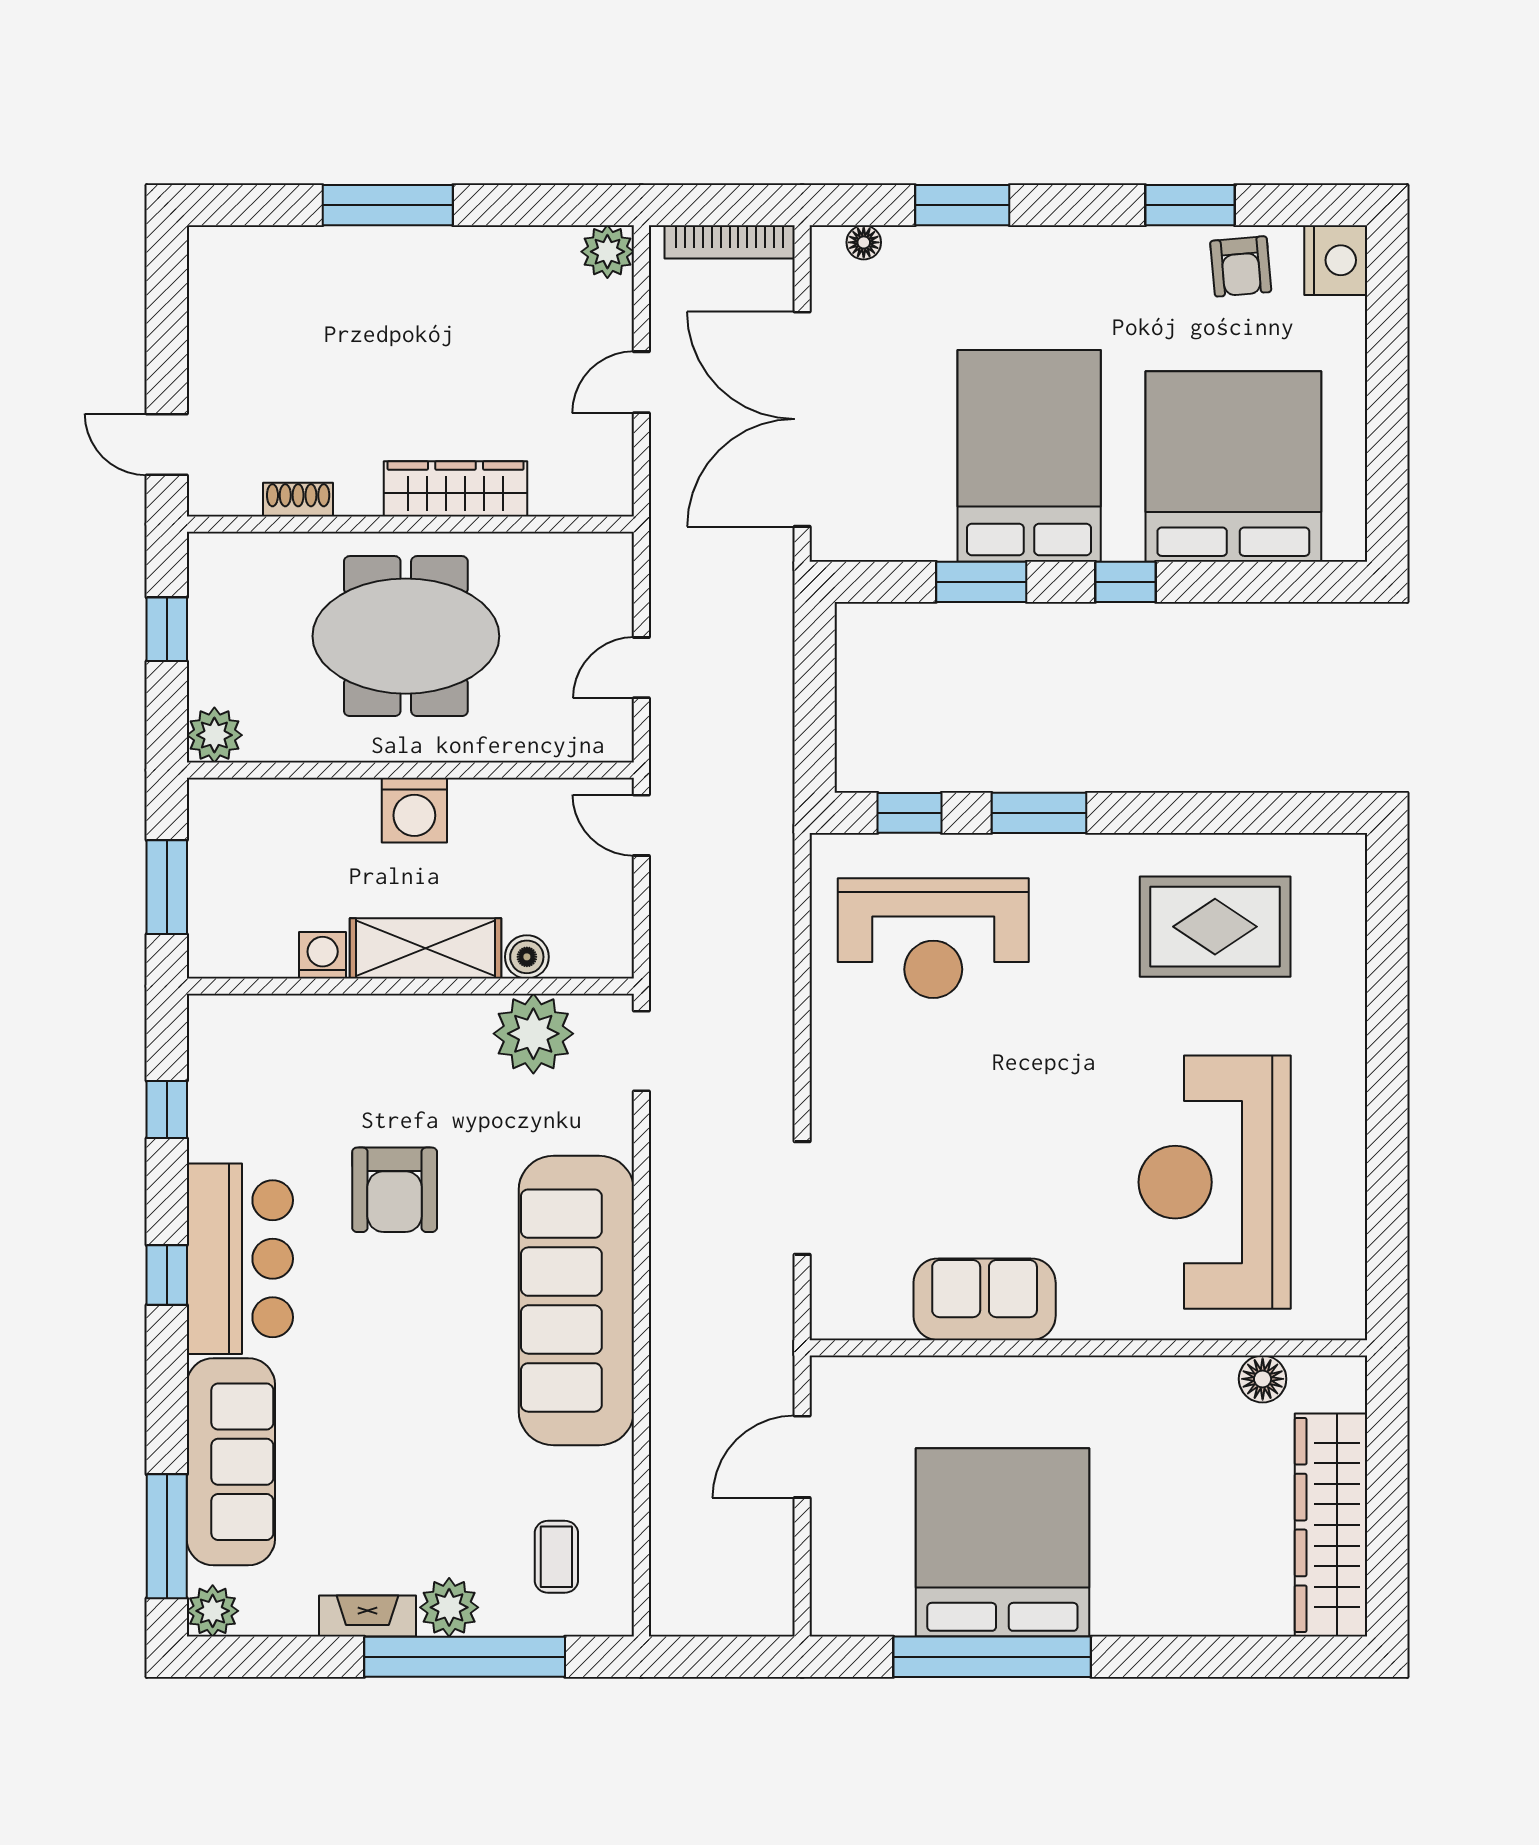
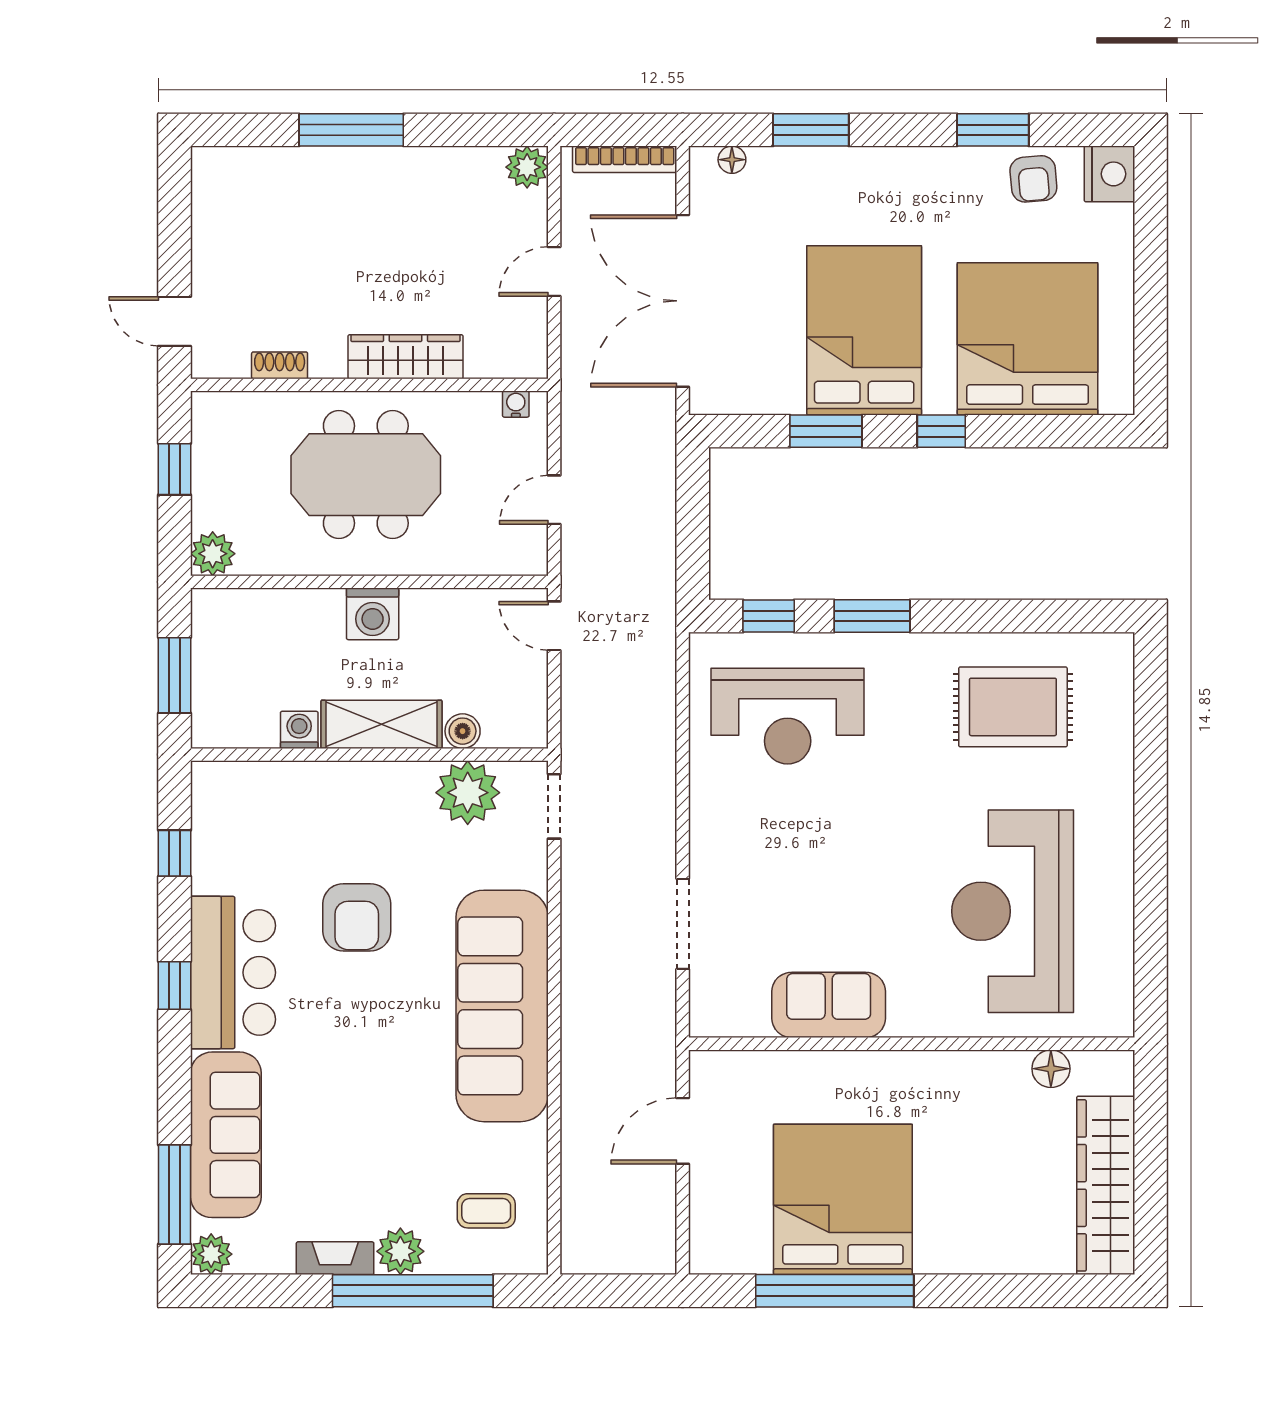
water cooler: (593, 548) -> (516, 404), added
coffee table: (556, 1557) -> (486, 1211), turned 90

